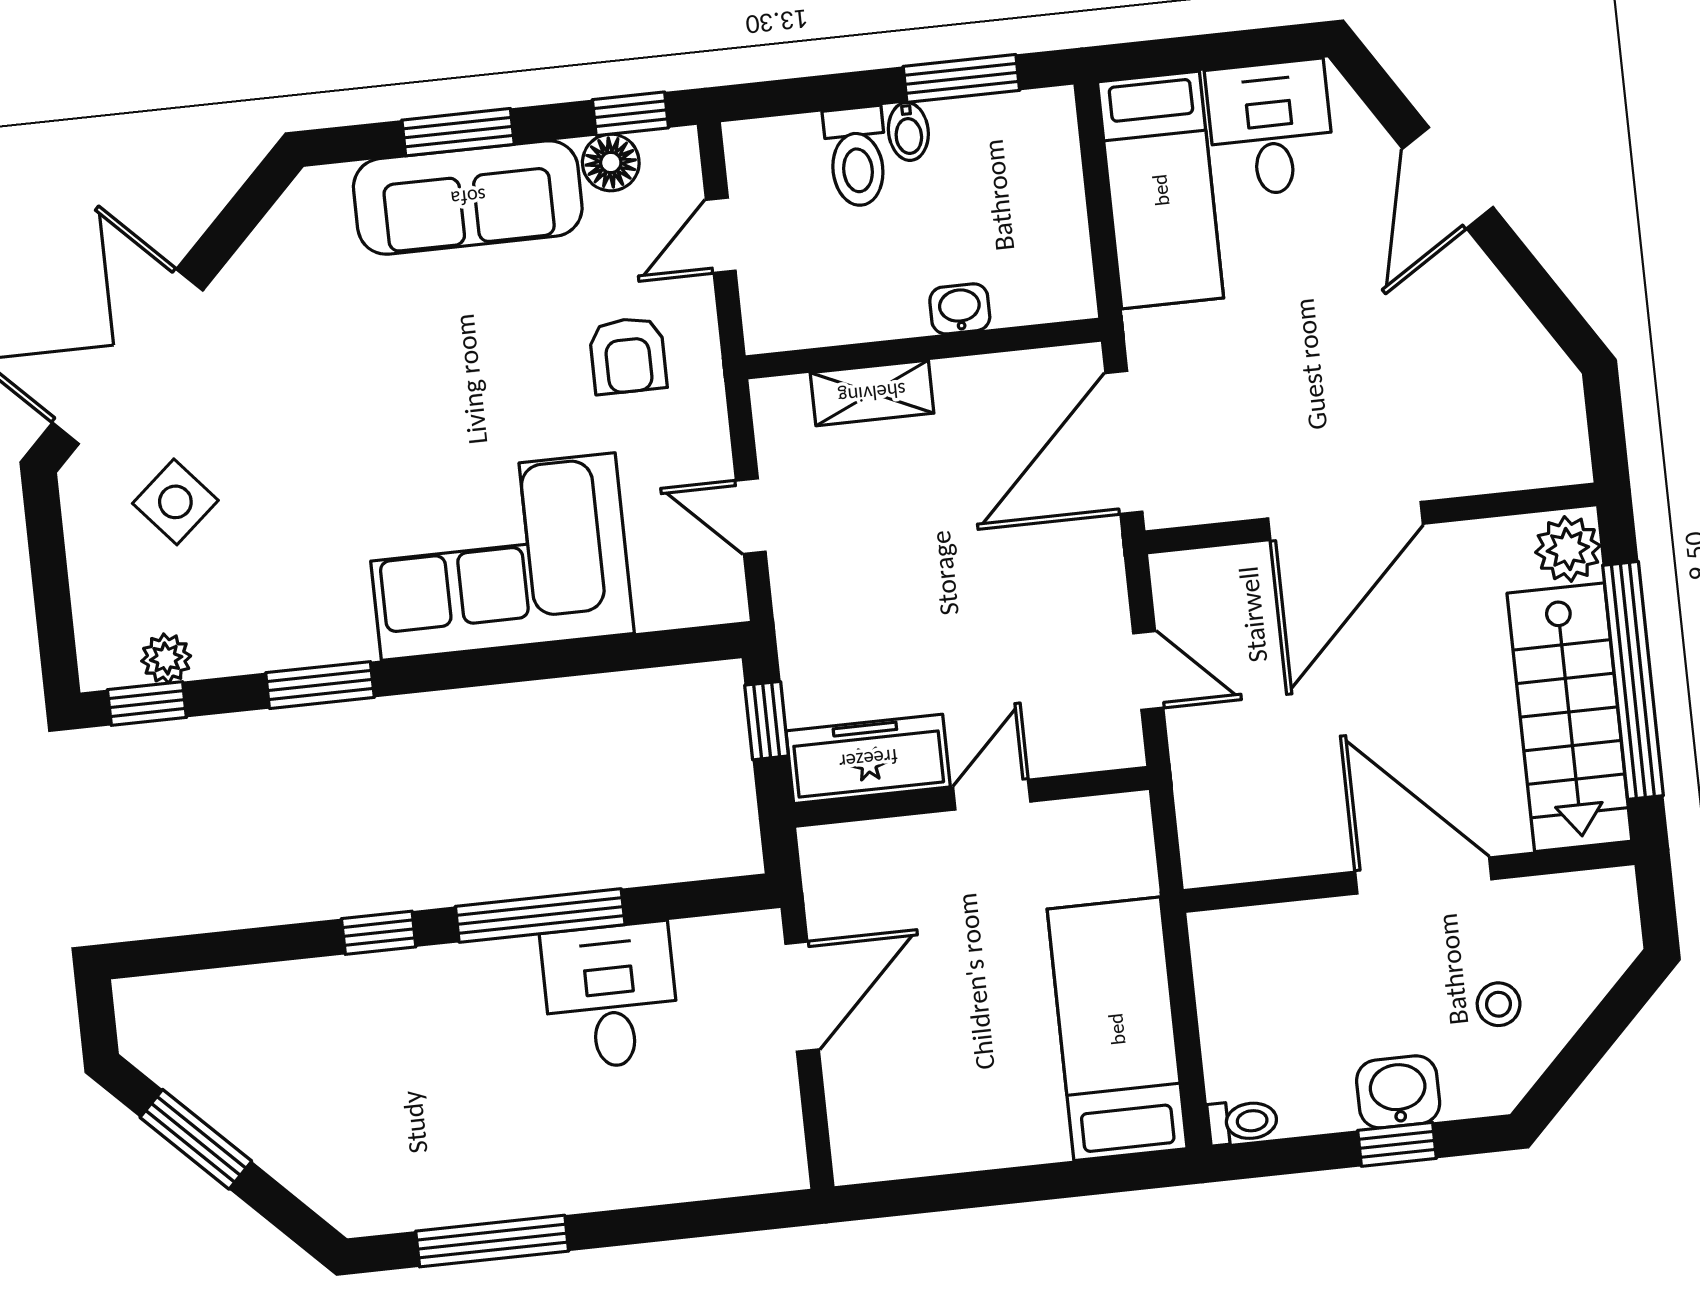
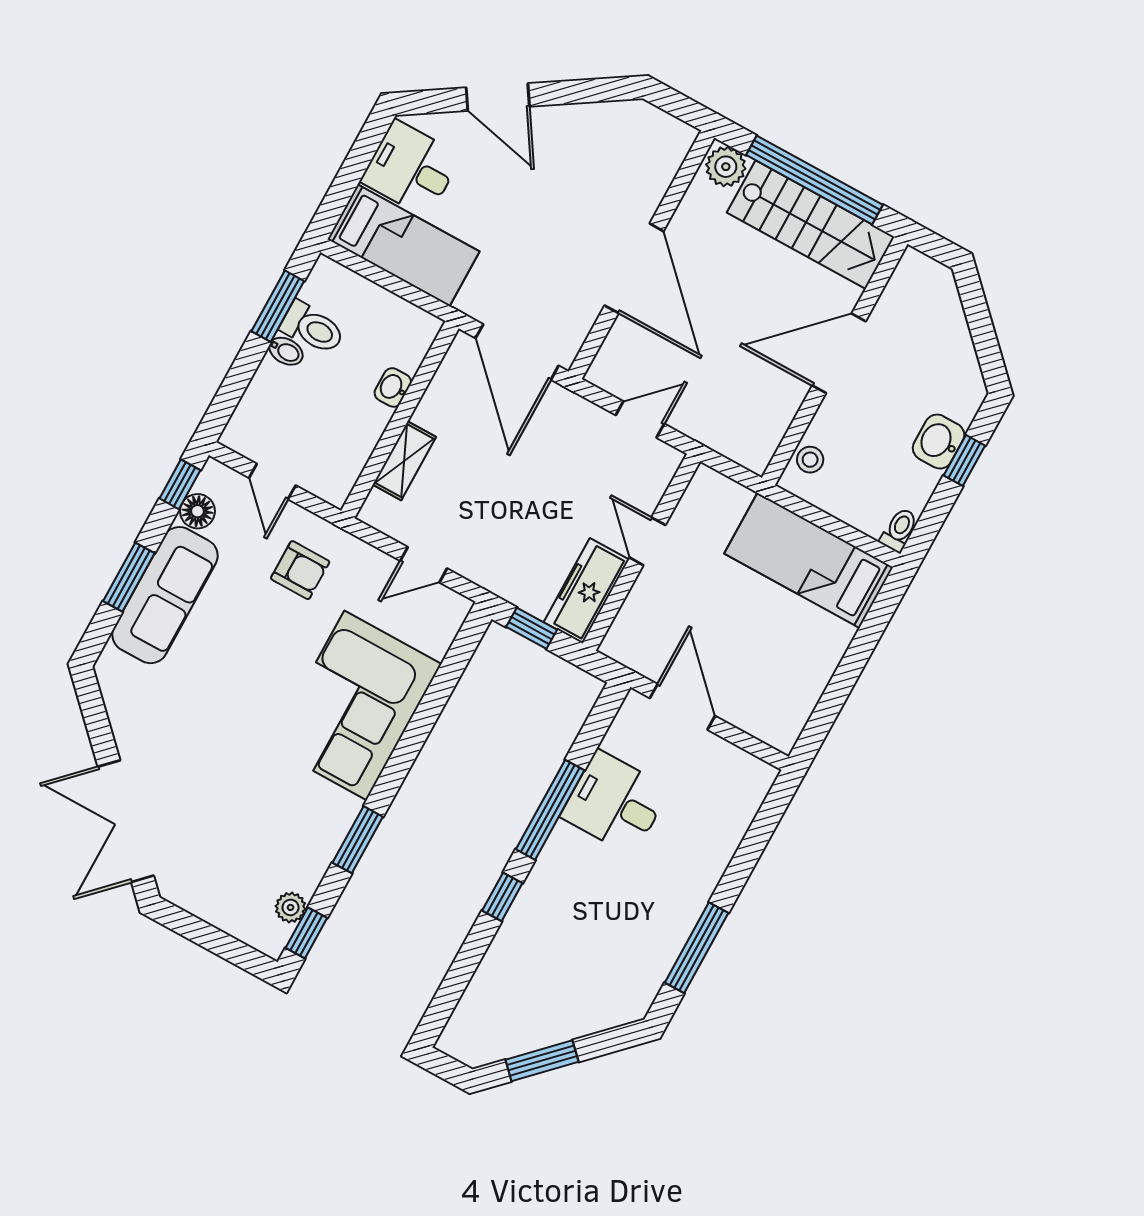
toilet: (857, 157) -> (312, 328), moved
side table: (175, 502) -> (215, 848), removed
stool: (1499, 1004) -> (810, 460), moved

